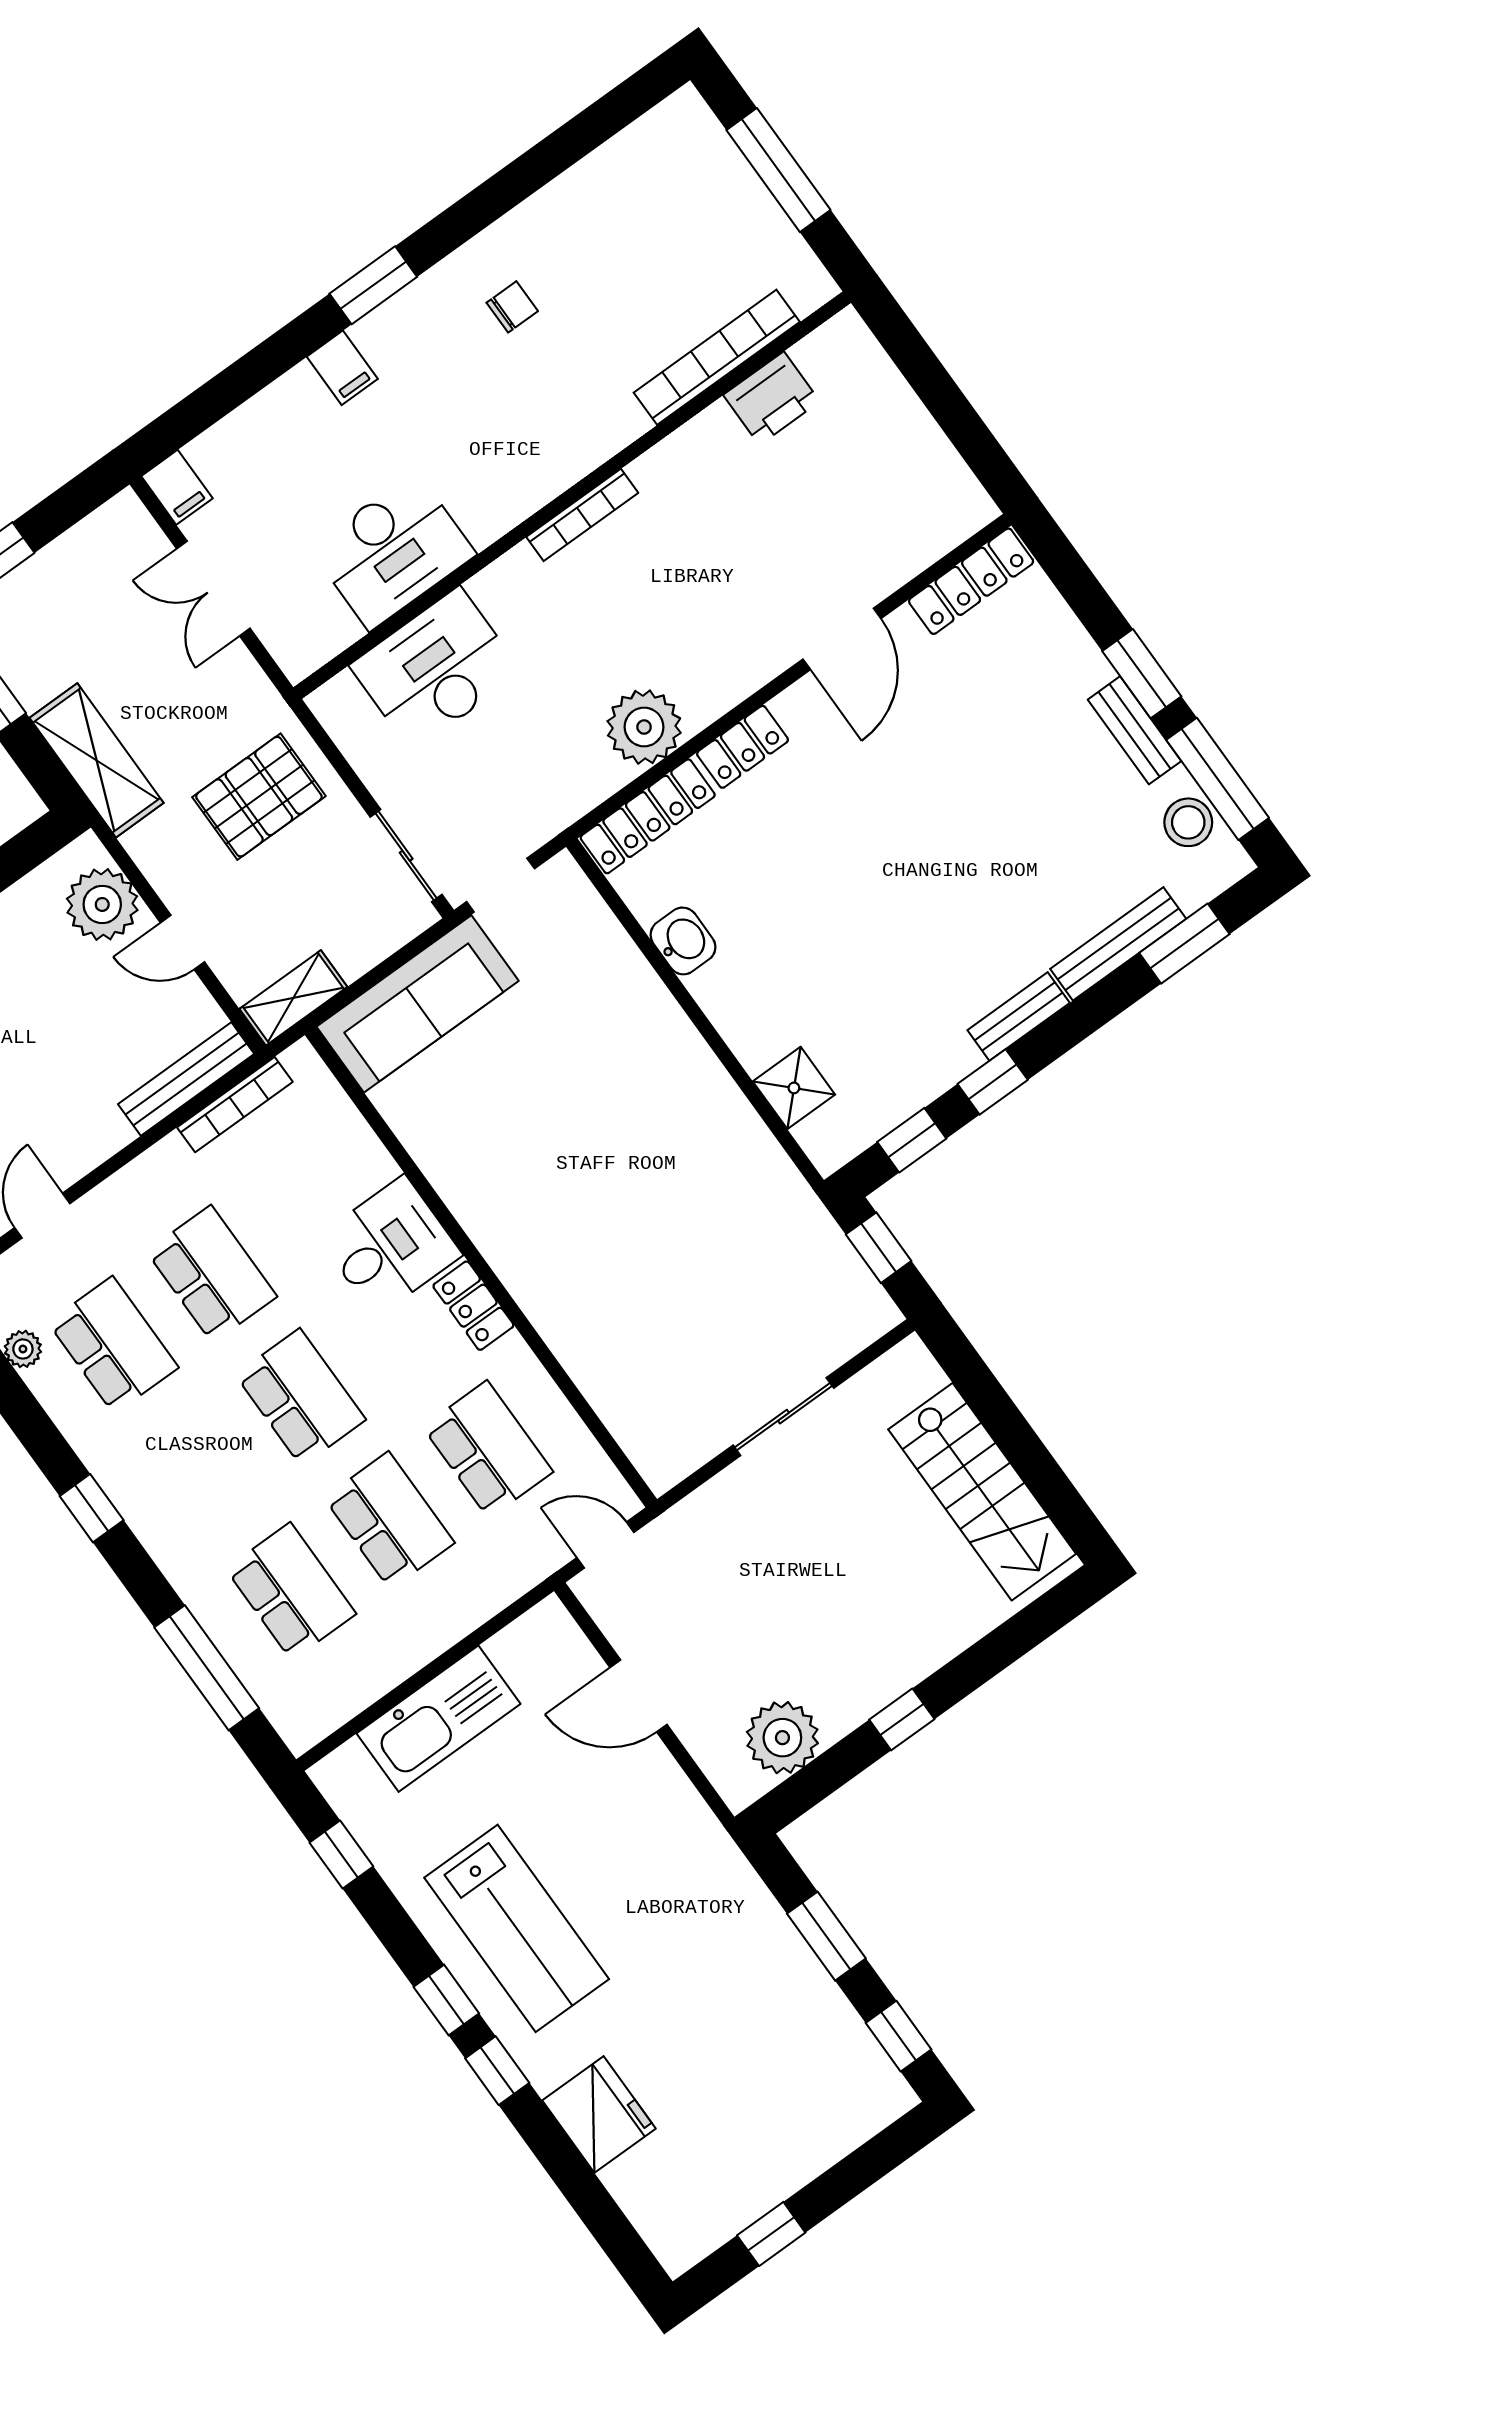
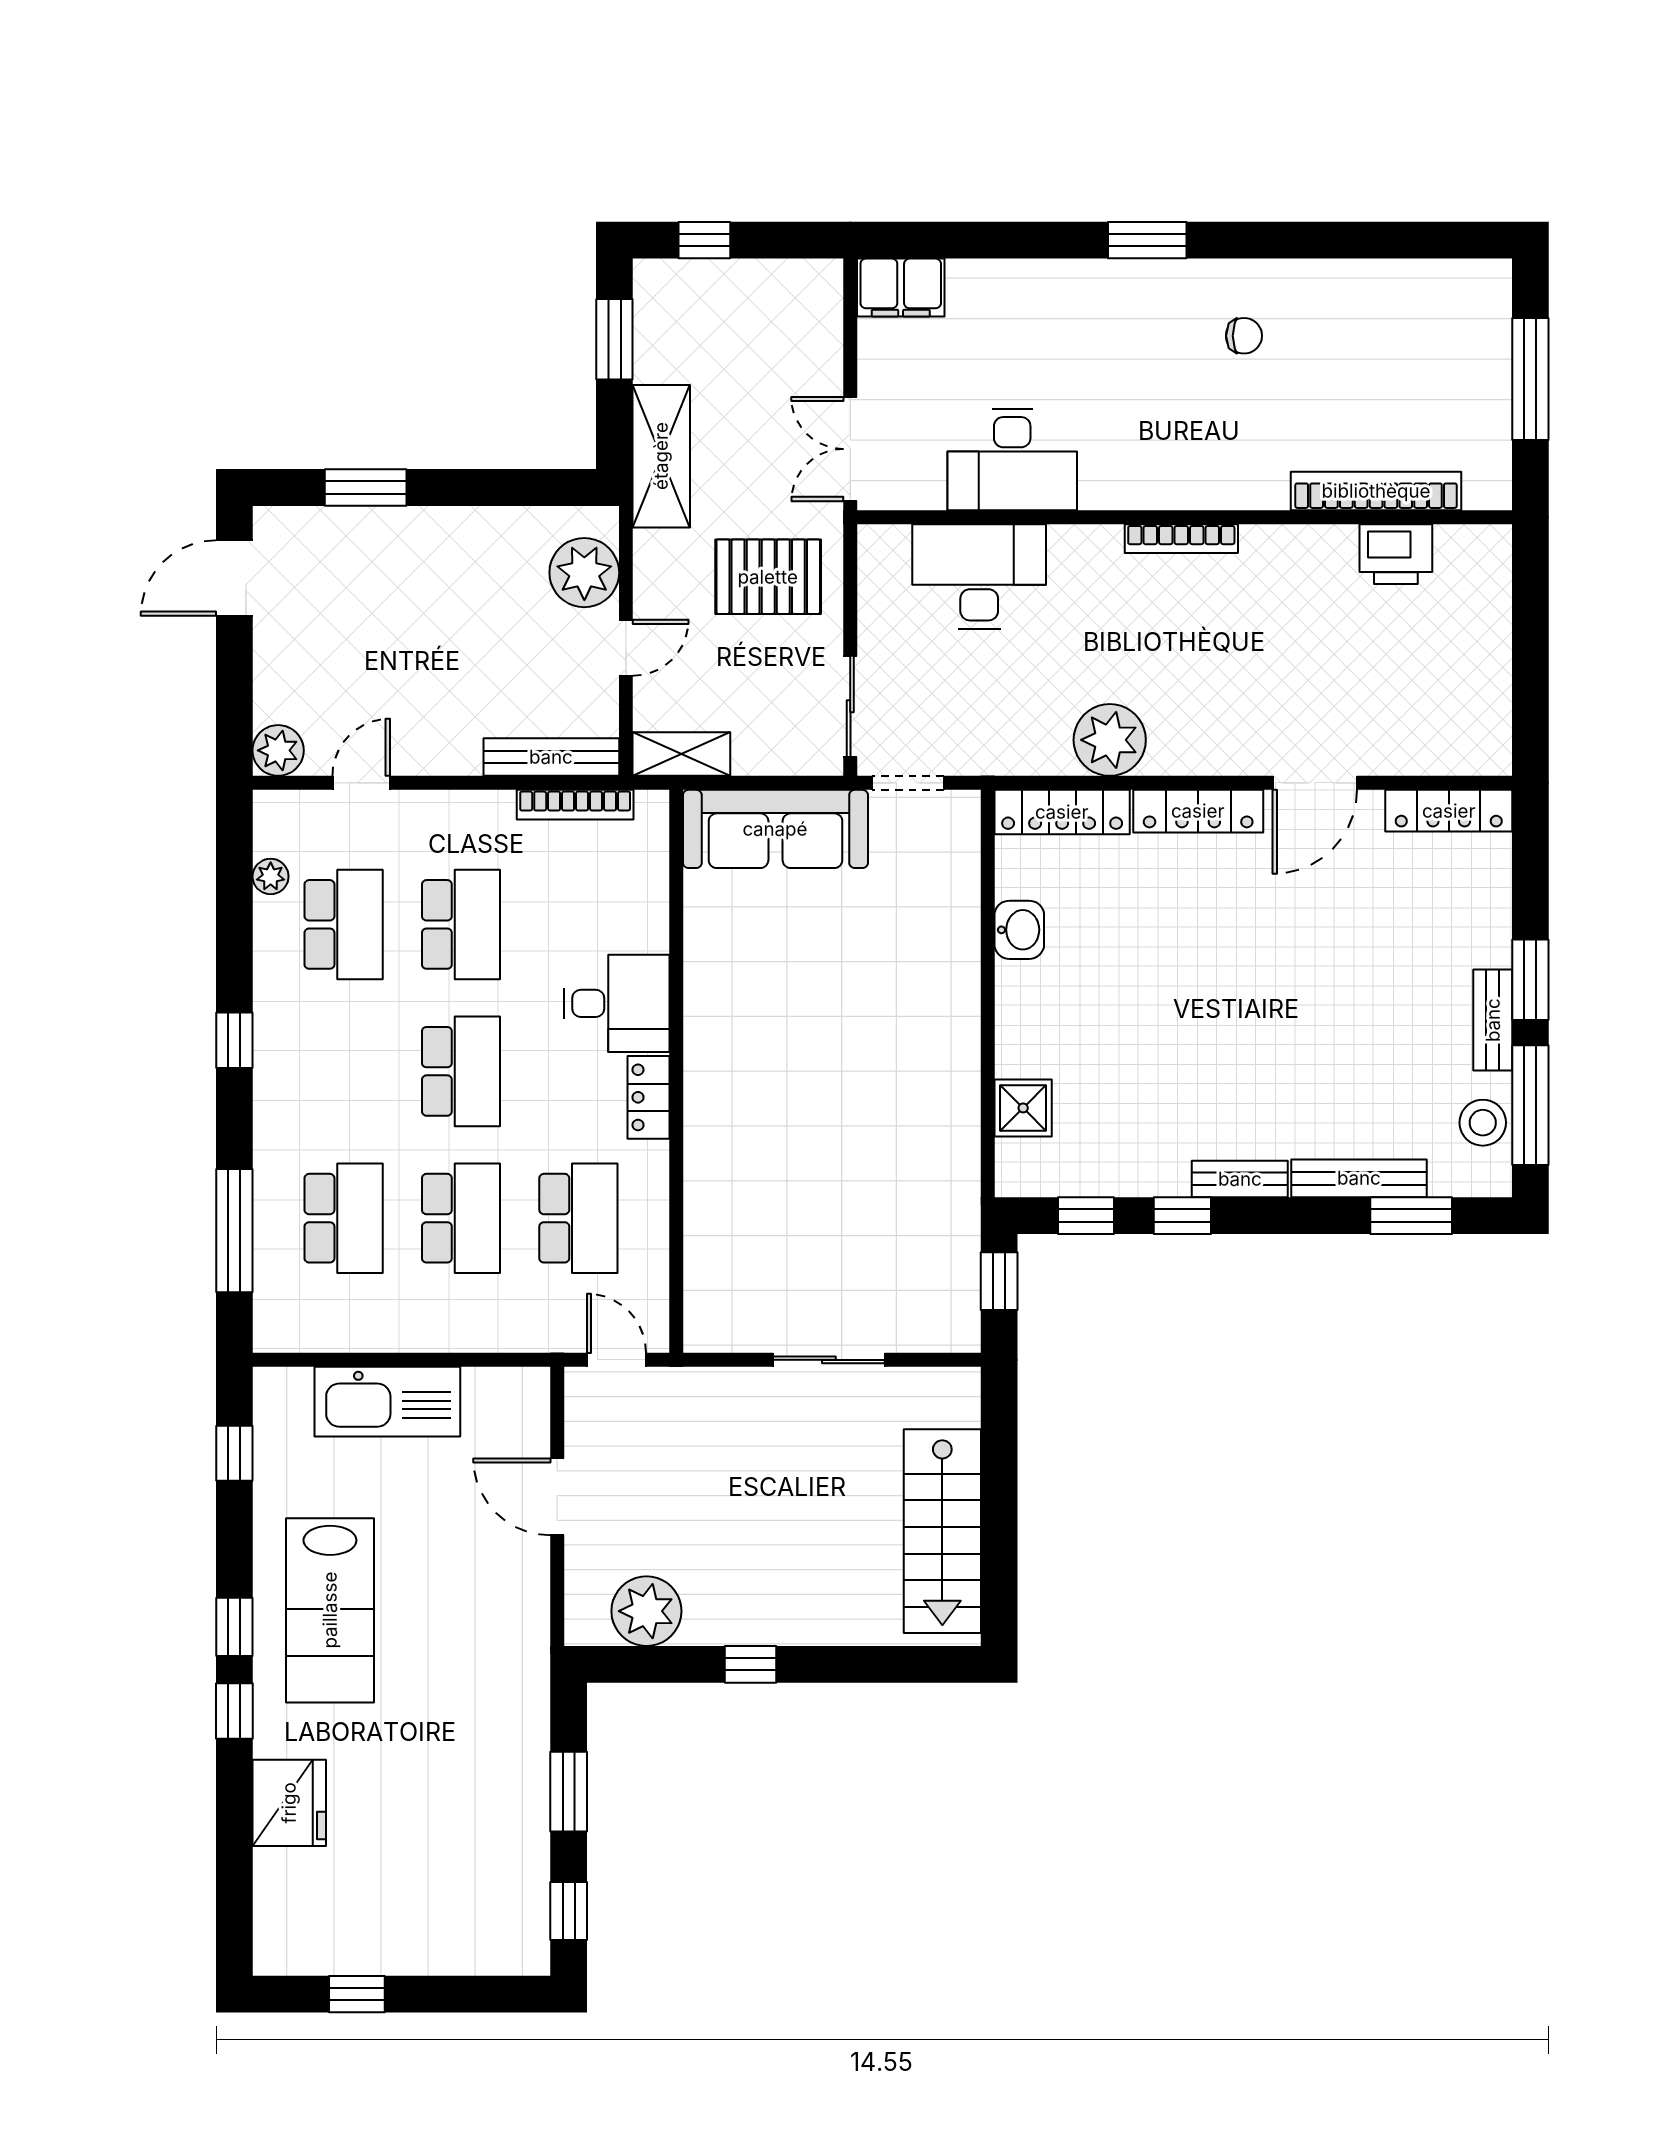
filing cabinet: (342, 368) -> (1076, 287), removed
filing cabinet: (177, 487) -> (901, 288), width x2.00
double door: (213, 589) -> (850, 449), moved
locker: (743, 747) -> (1198, 811), width x1.53
door: (183, 942) -> (626, 648), swing flipped

